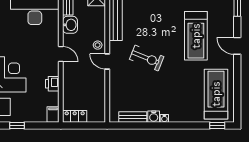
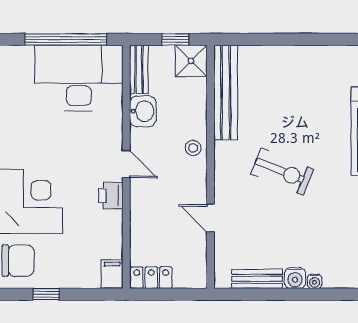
door: (107, 62) -> (210, 218), moved
printer: (52, 84) -> (111, 196), moved

